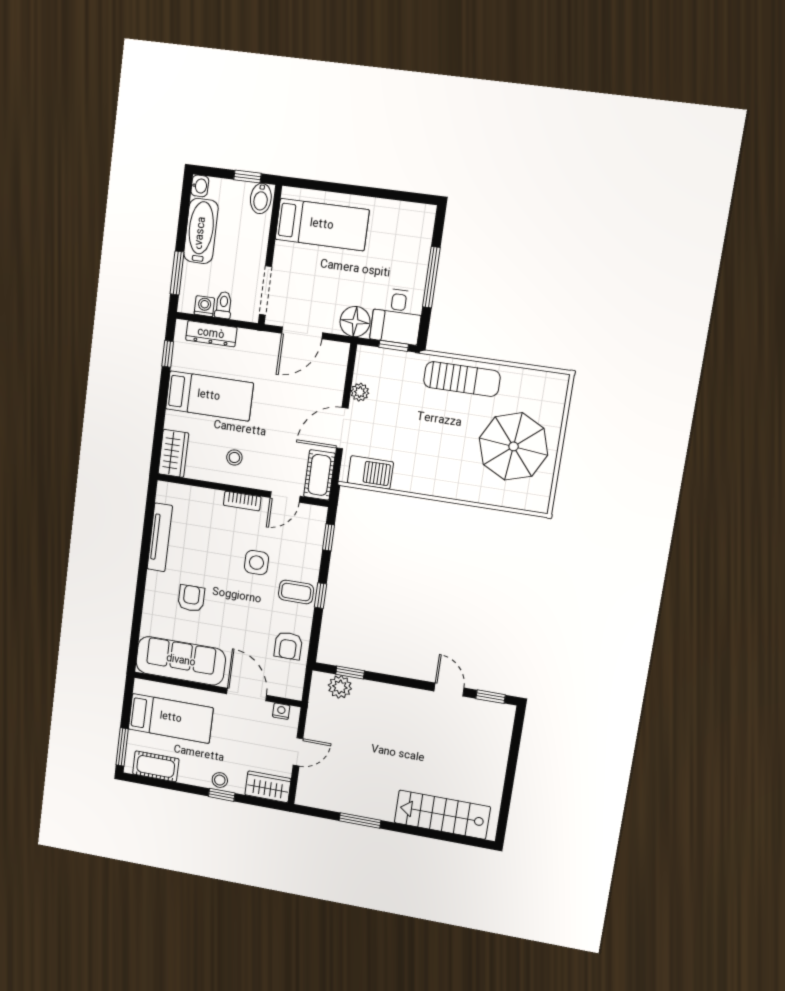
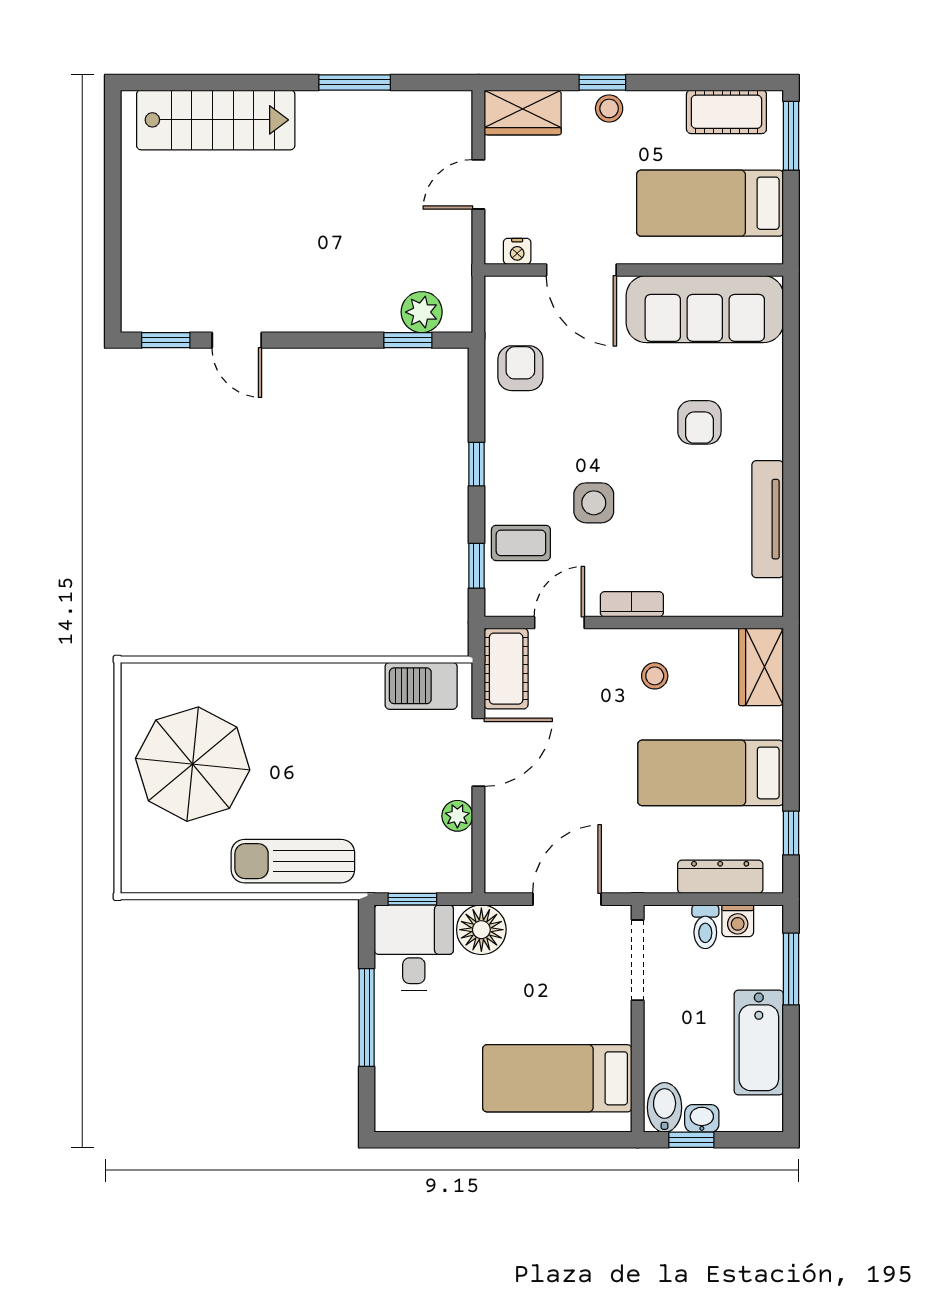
washbasin: (200, 186) -> (702, 1118), moved, turned 90
coffee table: (296, 592) -> (521, 543), moved

